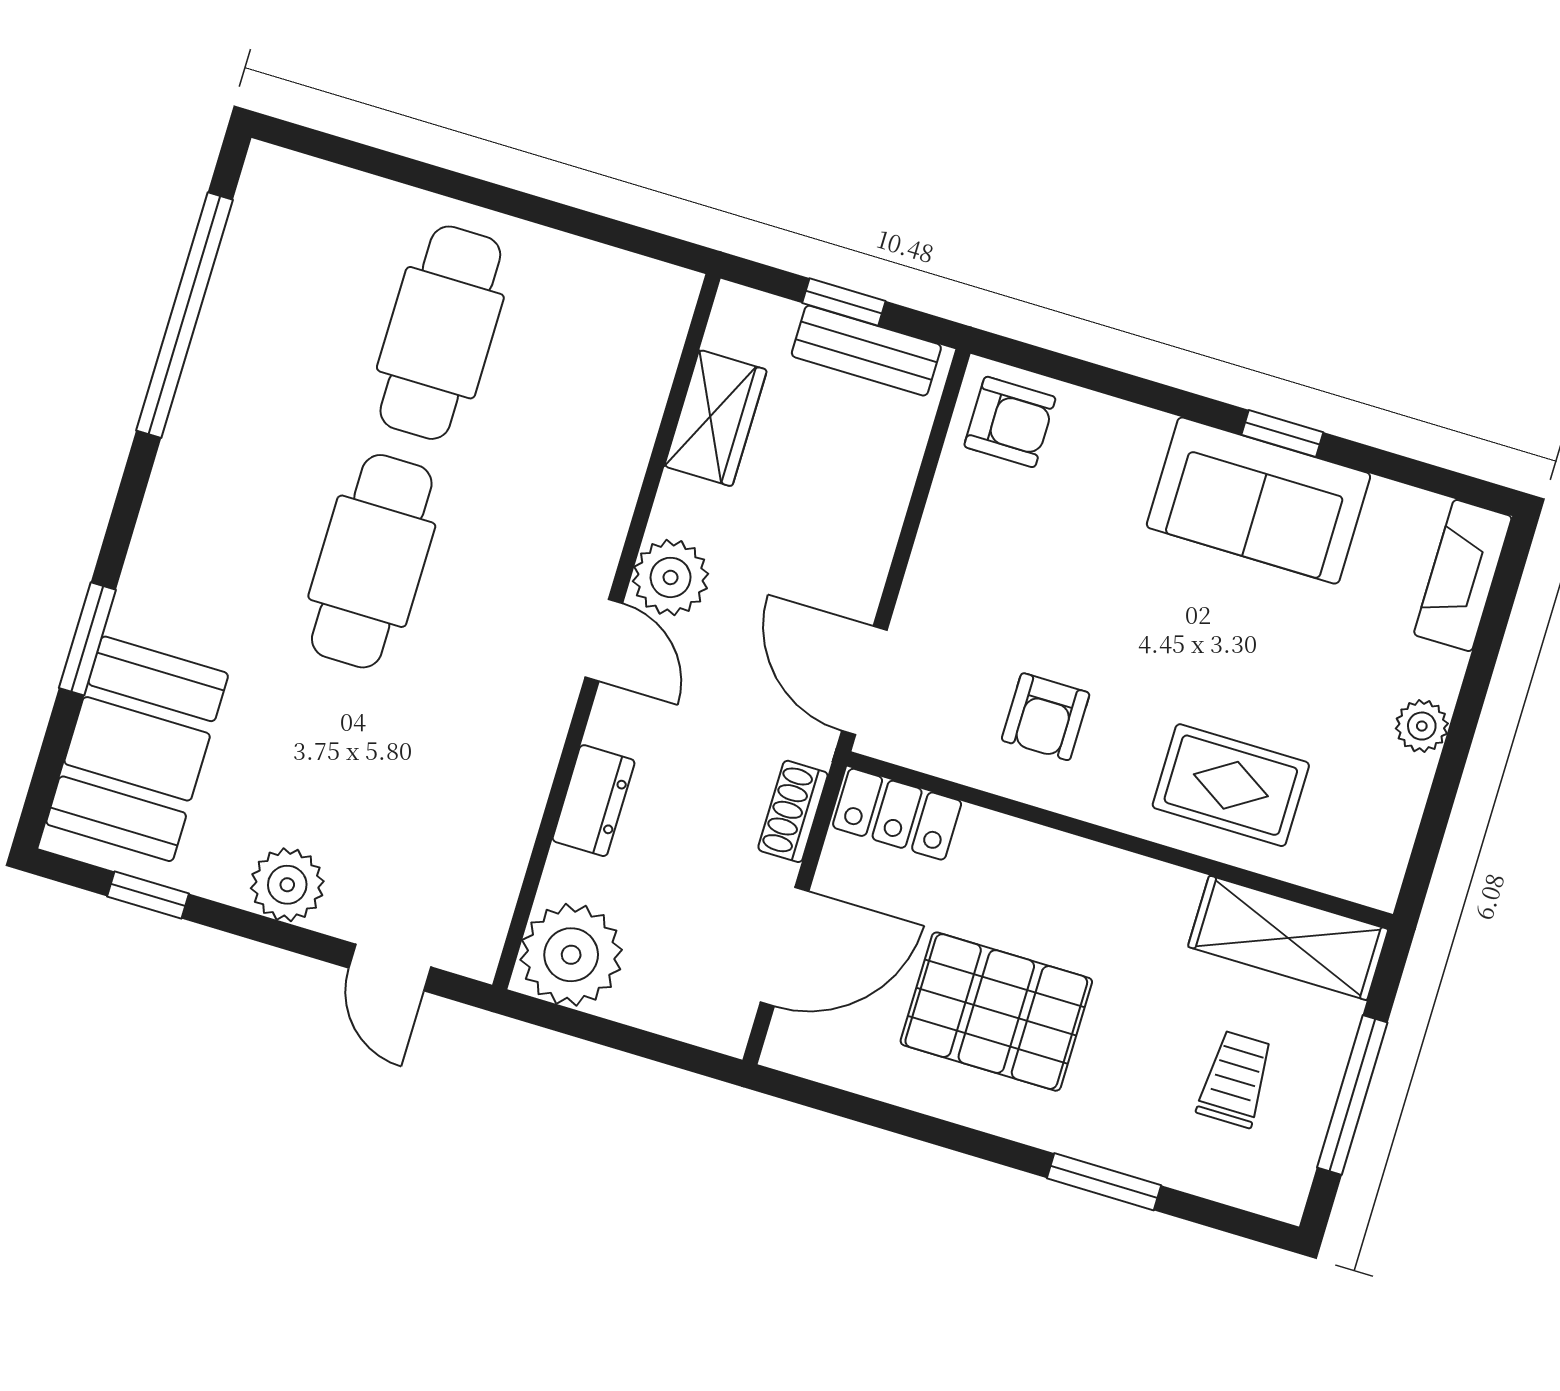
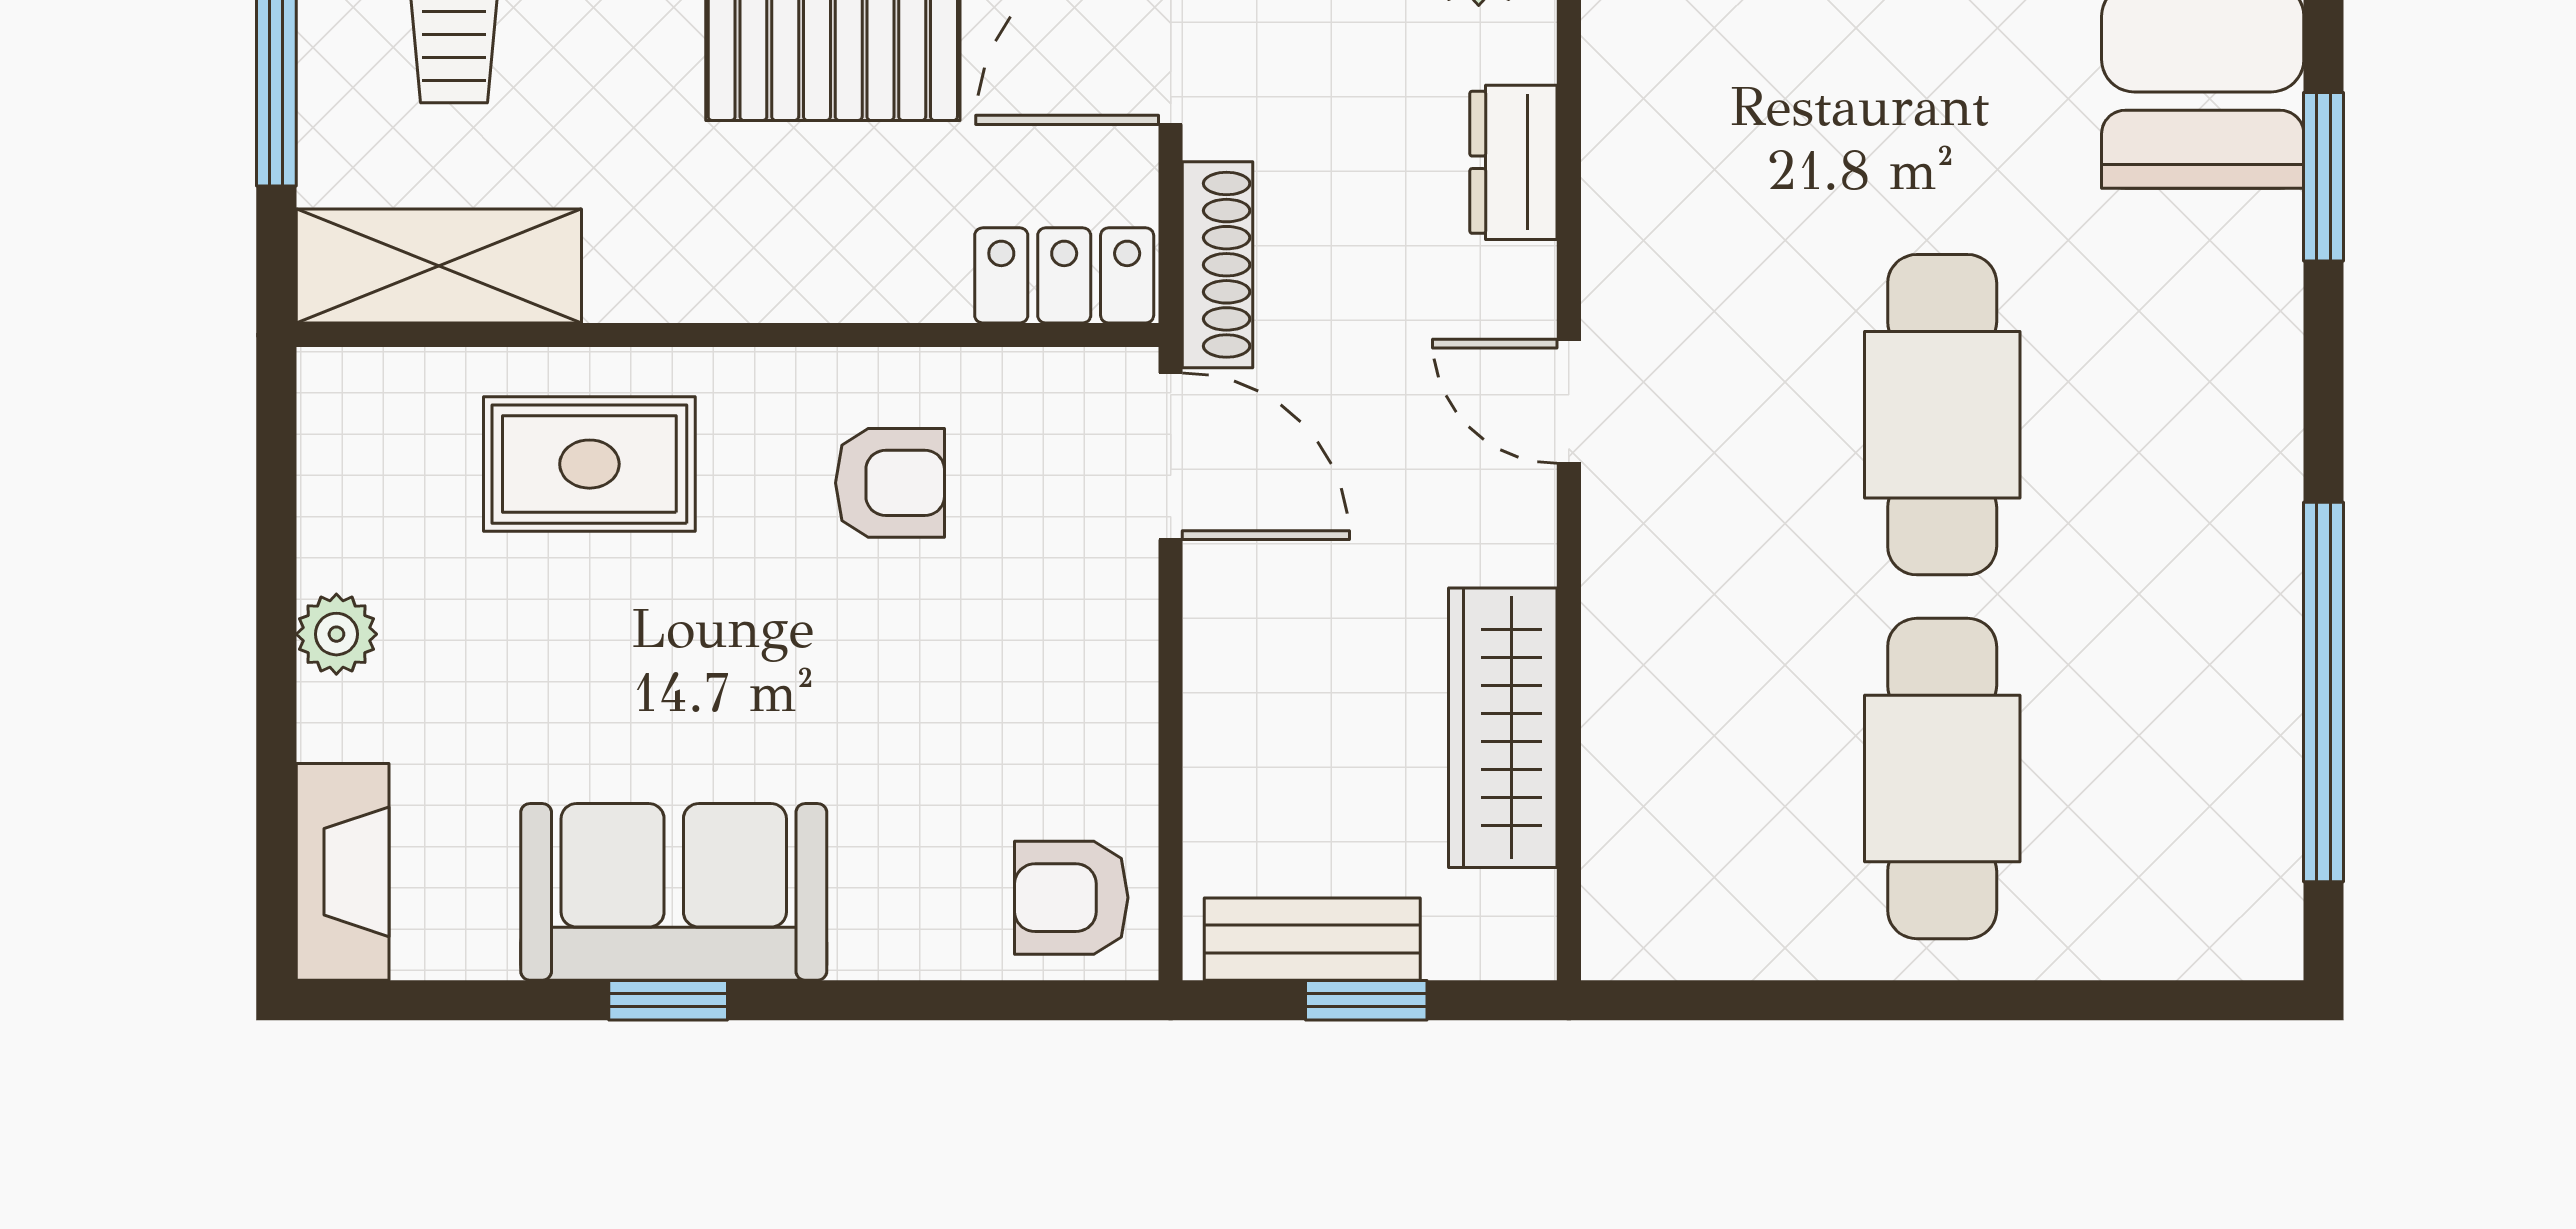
wardrobe: (716, 418) -> (1503, 728), width x1.50
plant: (671, 577) -> (1499, 522), removed
armchair: (1046, 717) -> (890, 483), turned 90
shoe rack: (793, 811) -> (1217, 265), width x1.43

